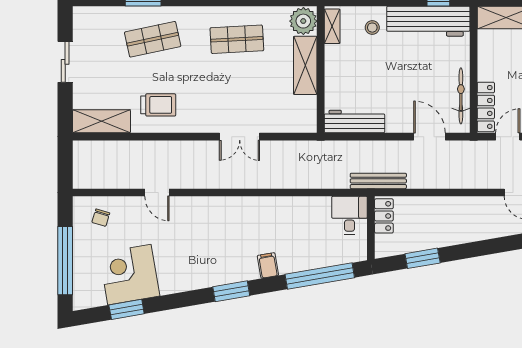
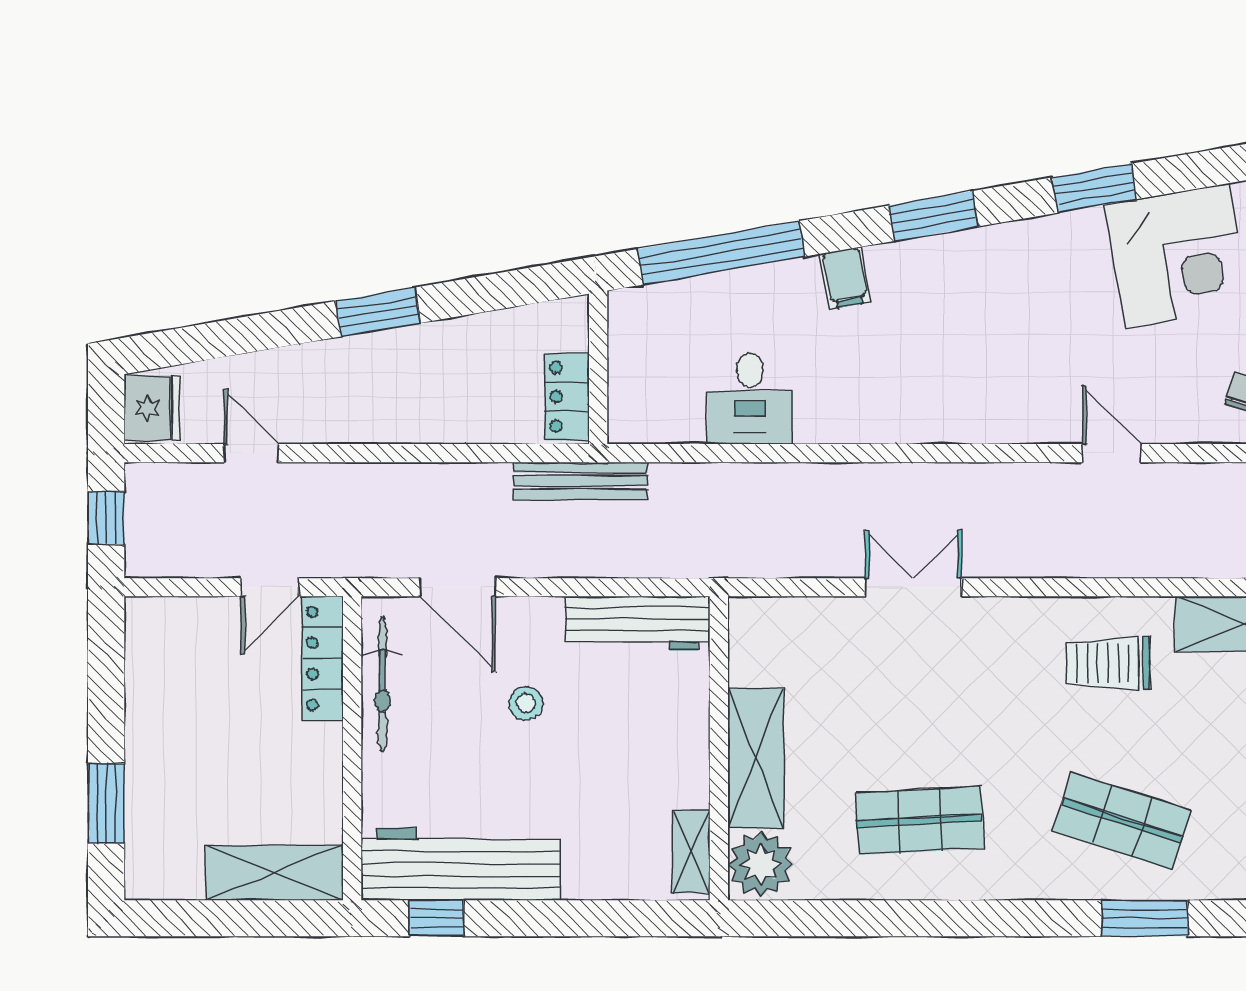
stool: (372, 28) -> (526, 703), moved
shop shelf: (153, 39) -> (1122, 821), turned 30
desk: (350, 215) -> (750, 398), moved
window: (423, 258) -> (378, 312), moved
window: (127, 309) -> (1094, 188), moved

